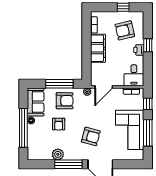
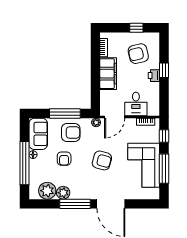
desk: (134, 75) -> (136, 104), moved
armchair: (91, 136) -> (102, 160), moved
plant: (44, 153) -> (47, 191), added

